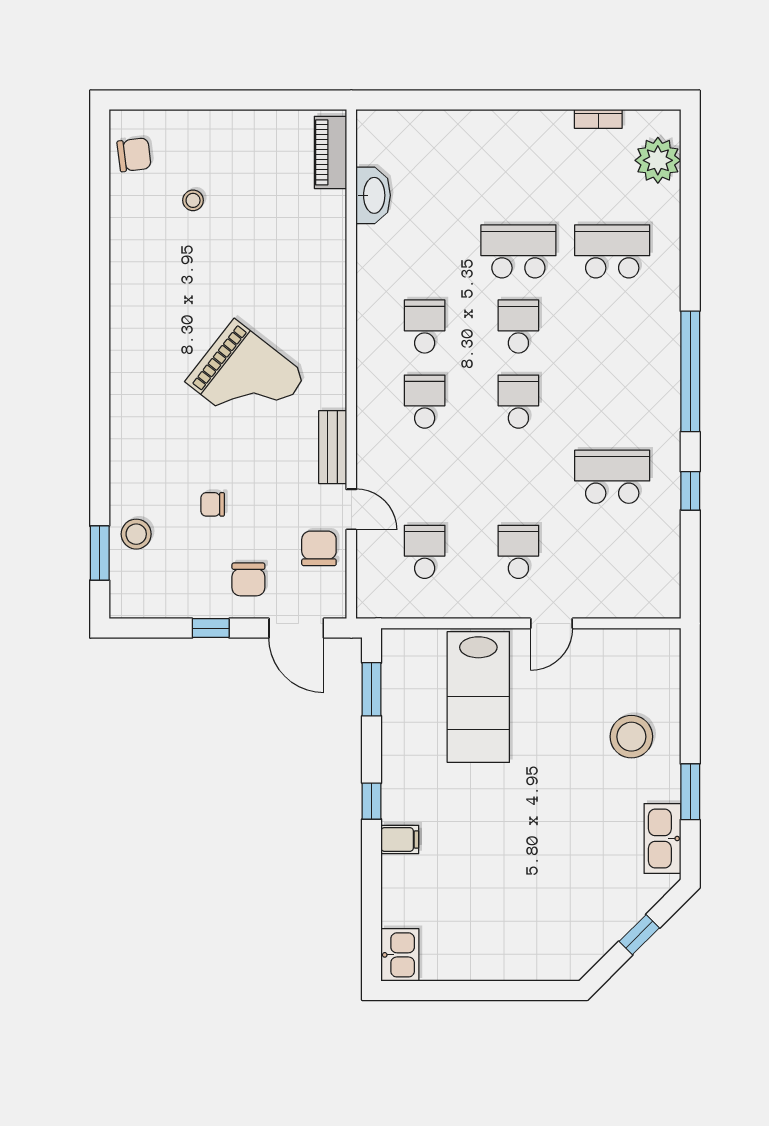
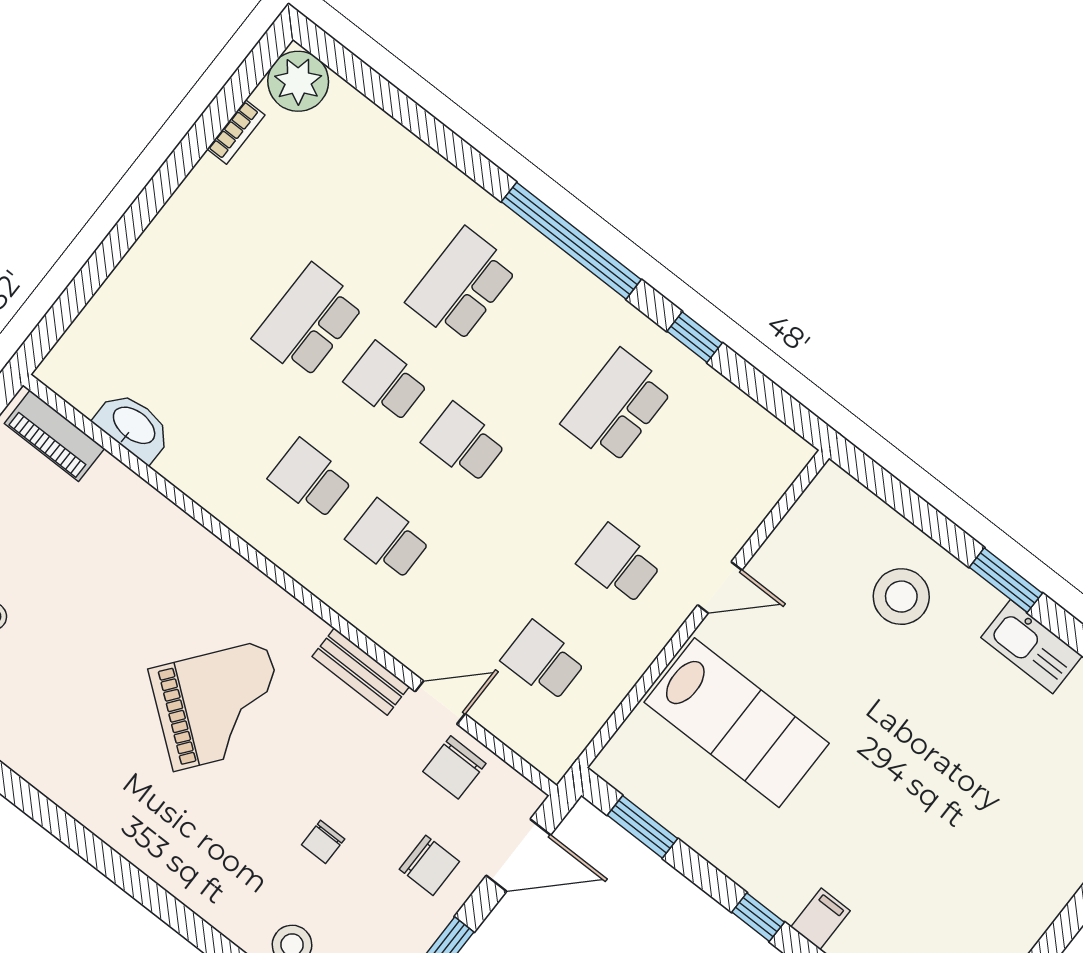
plant: (658, 160) -> (298, 81), moved
school desk: (612, 251) -> (462, 285), moved
chair: (319, 548) -> (454, 767), turned -90
door: (552, 623) -> (720, 588), hinge flipped

